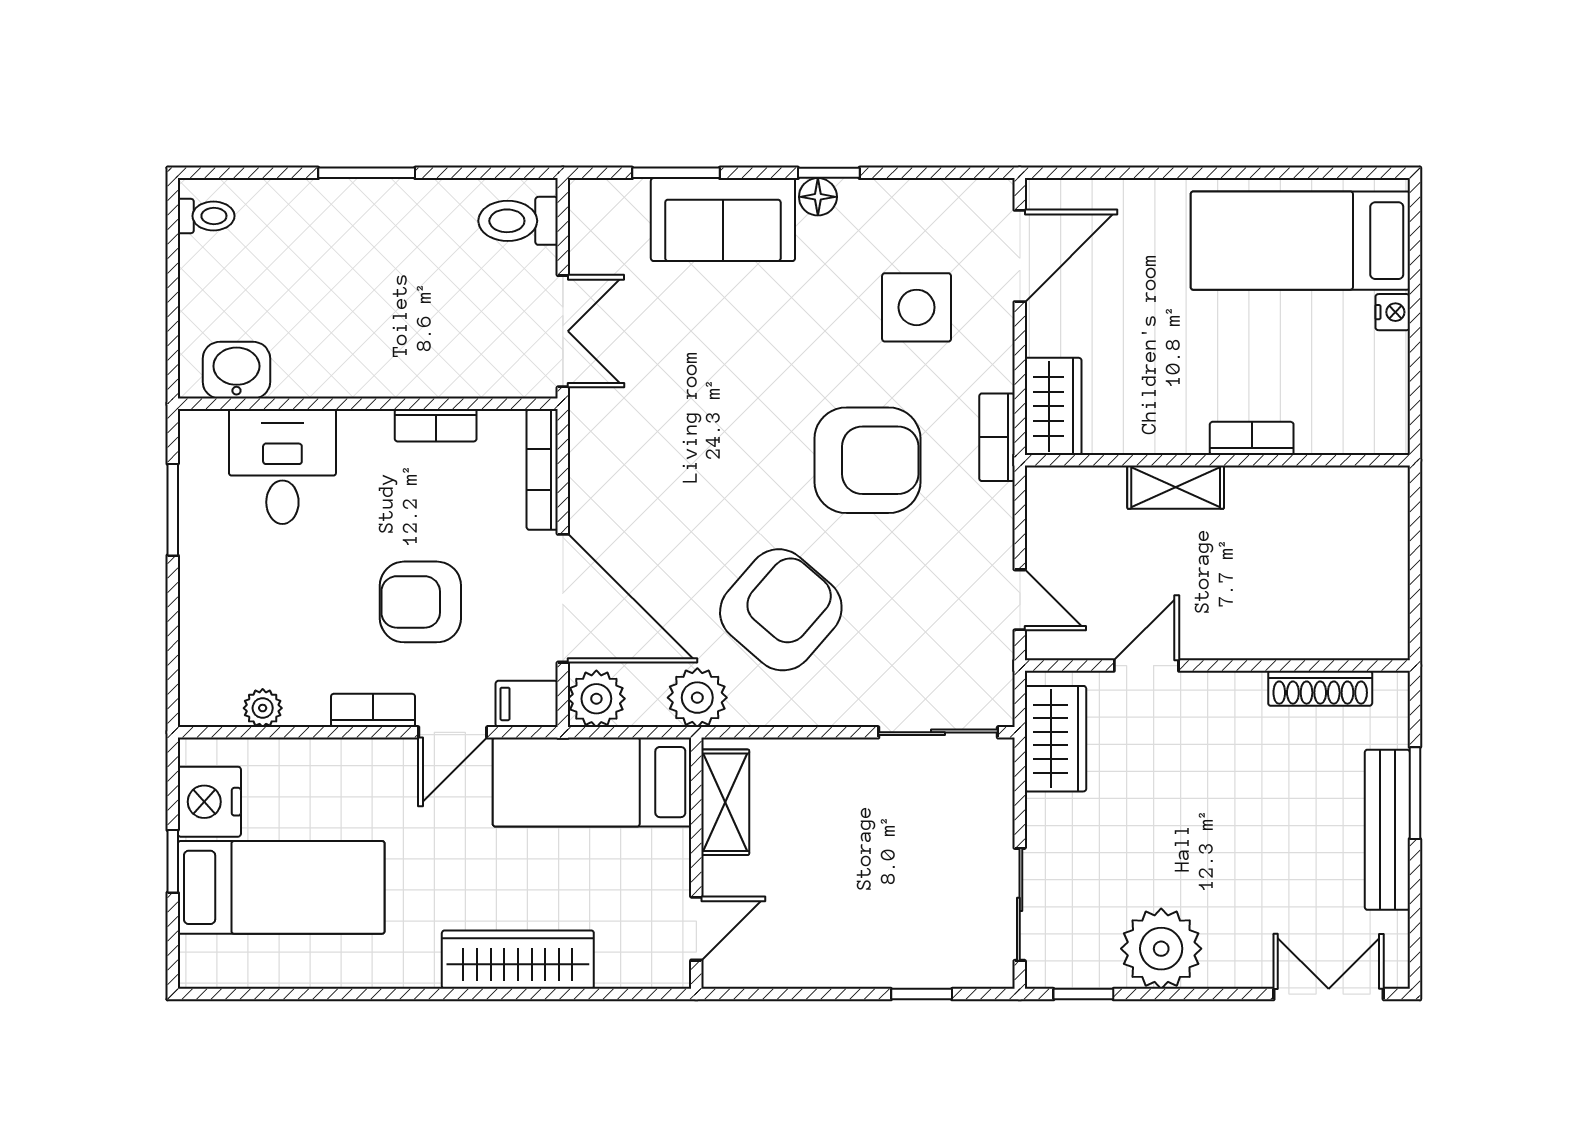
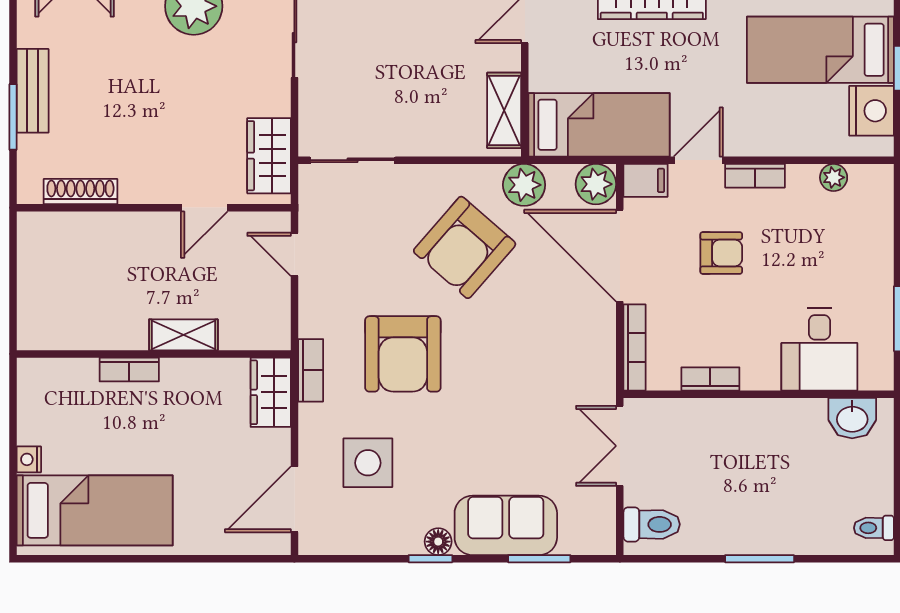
armchair: (867, 460) -> (403, 354), turned -90
armchair: (420, 602) -> (721, 253), width x0.72, depth x0.72
bench: (1387, 830) -> (33, 91), width x0.73

